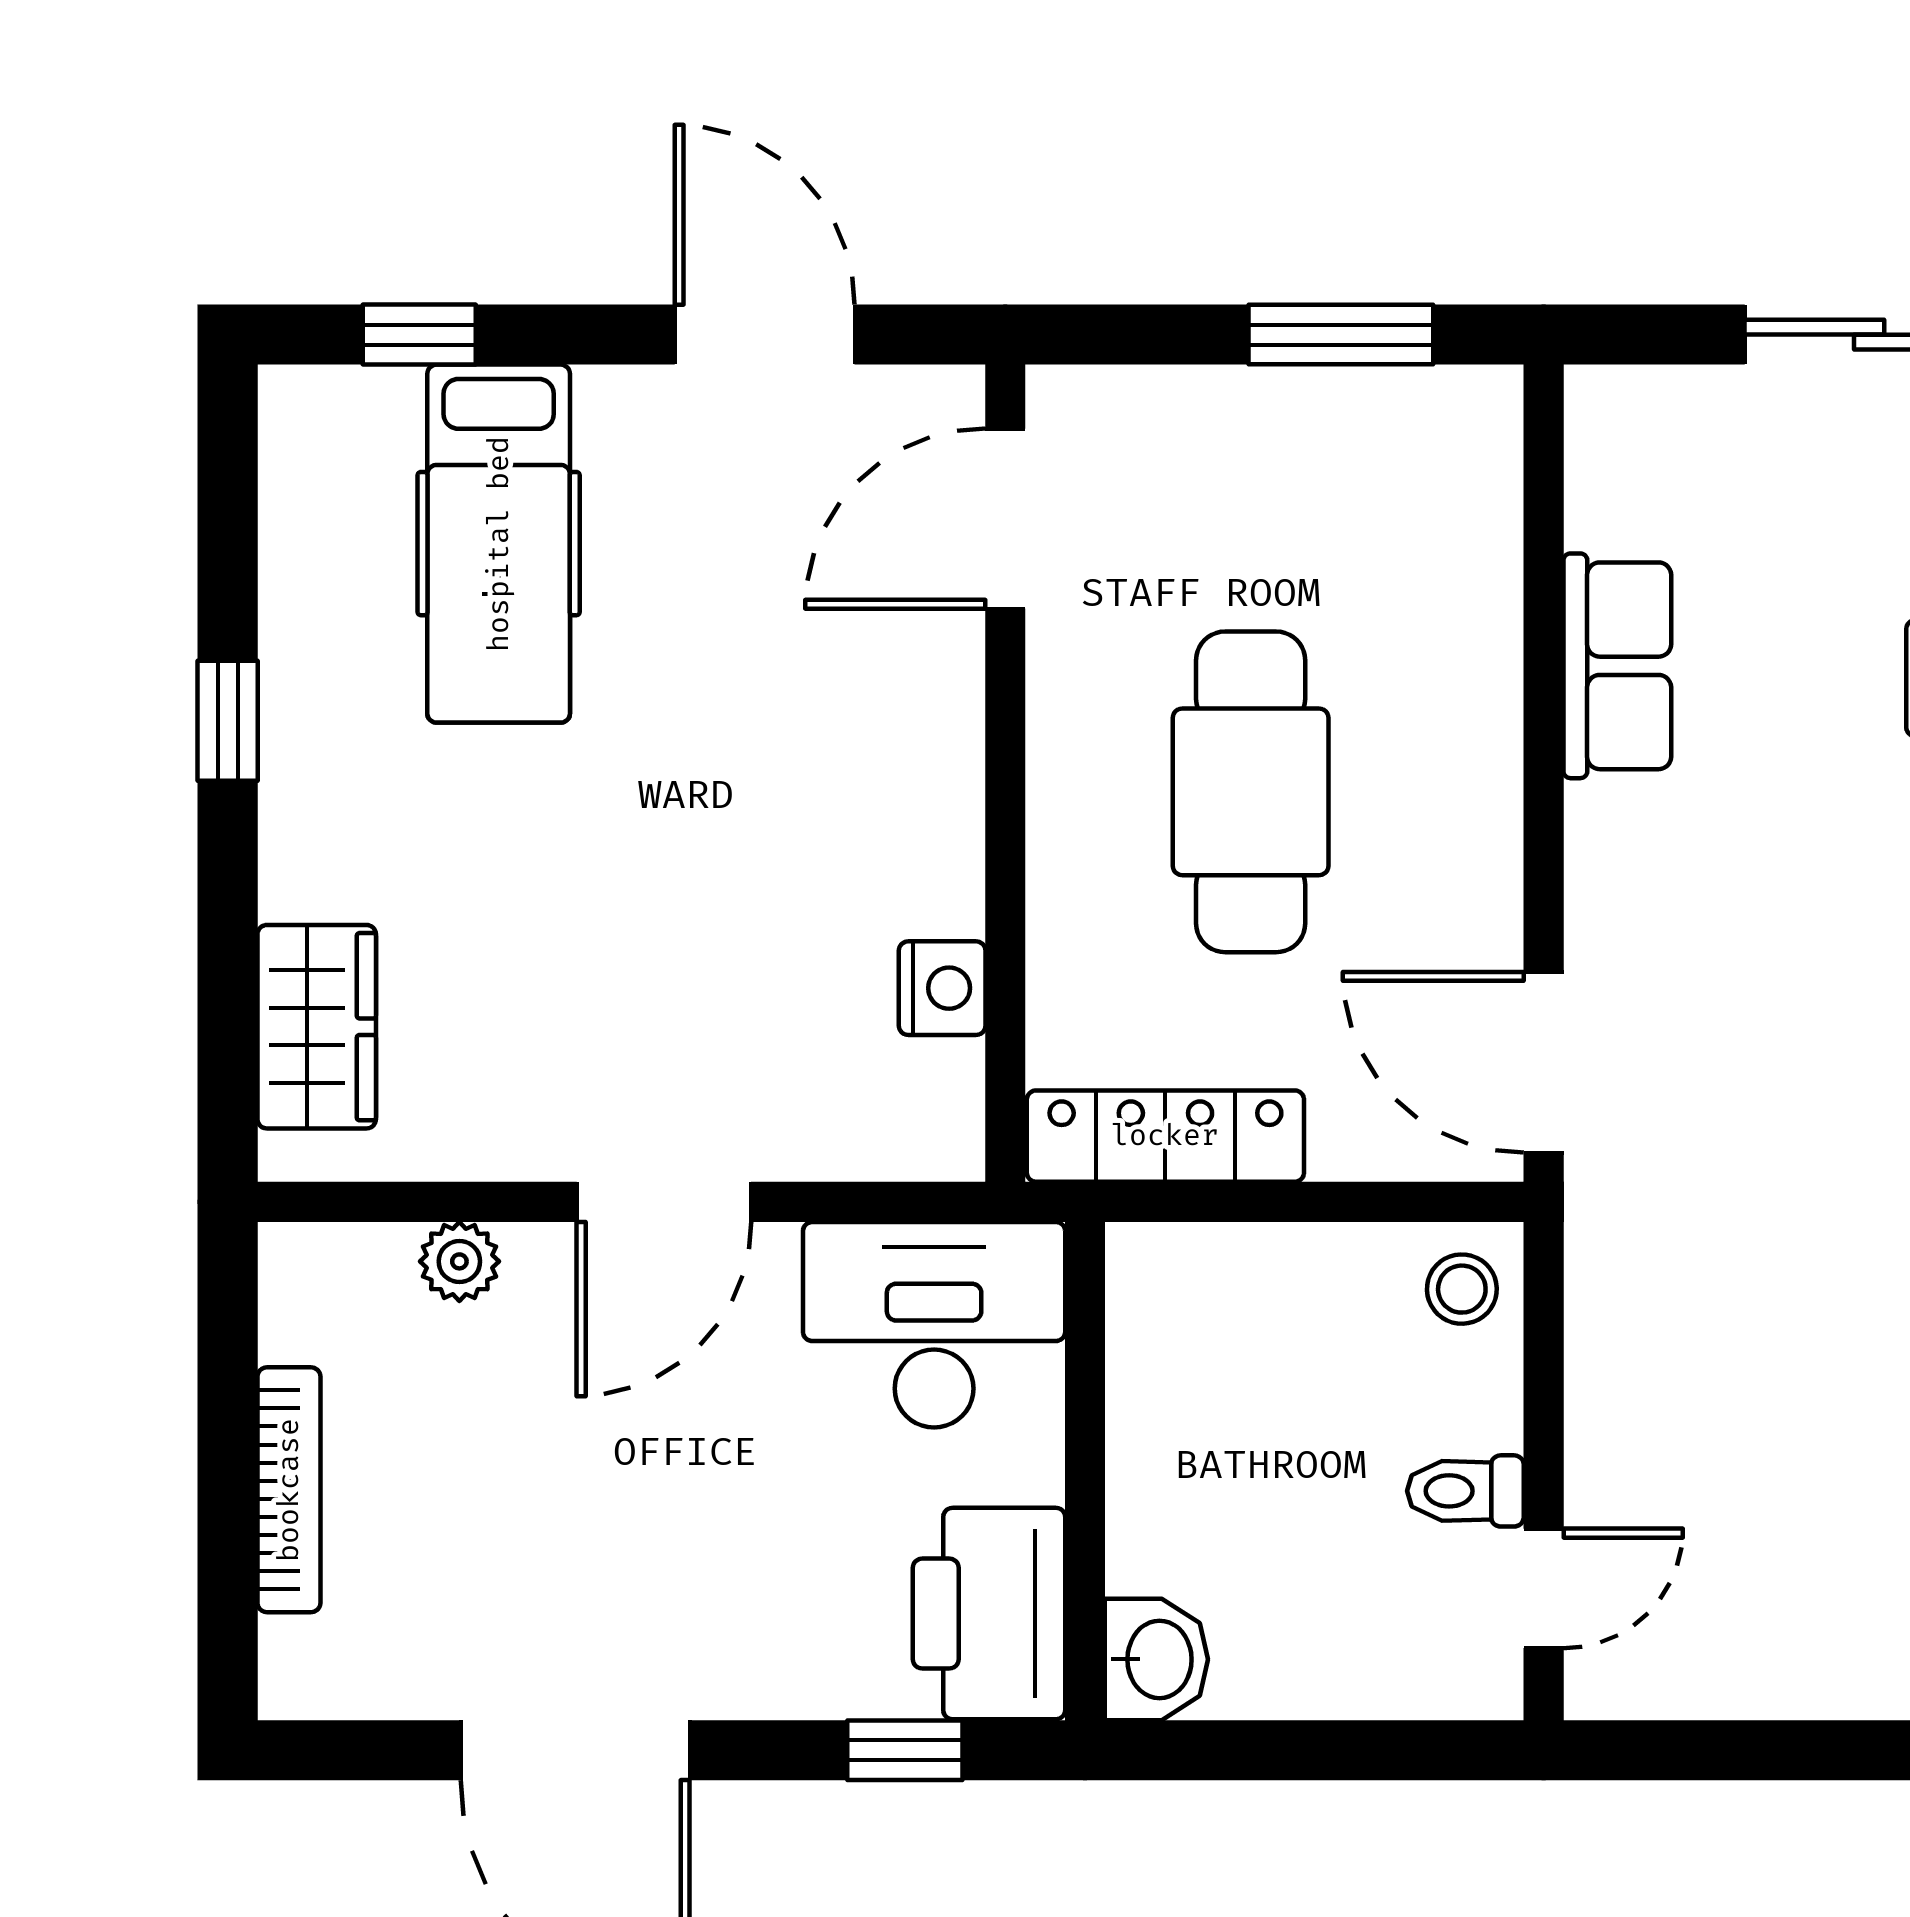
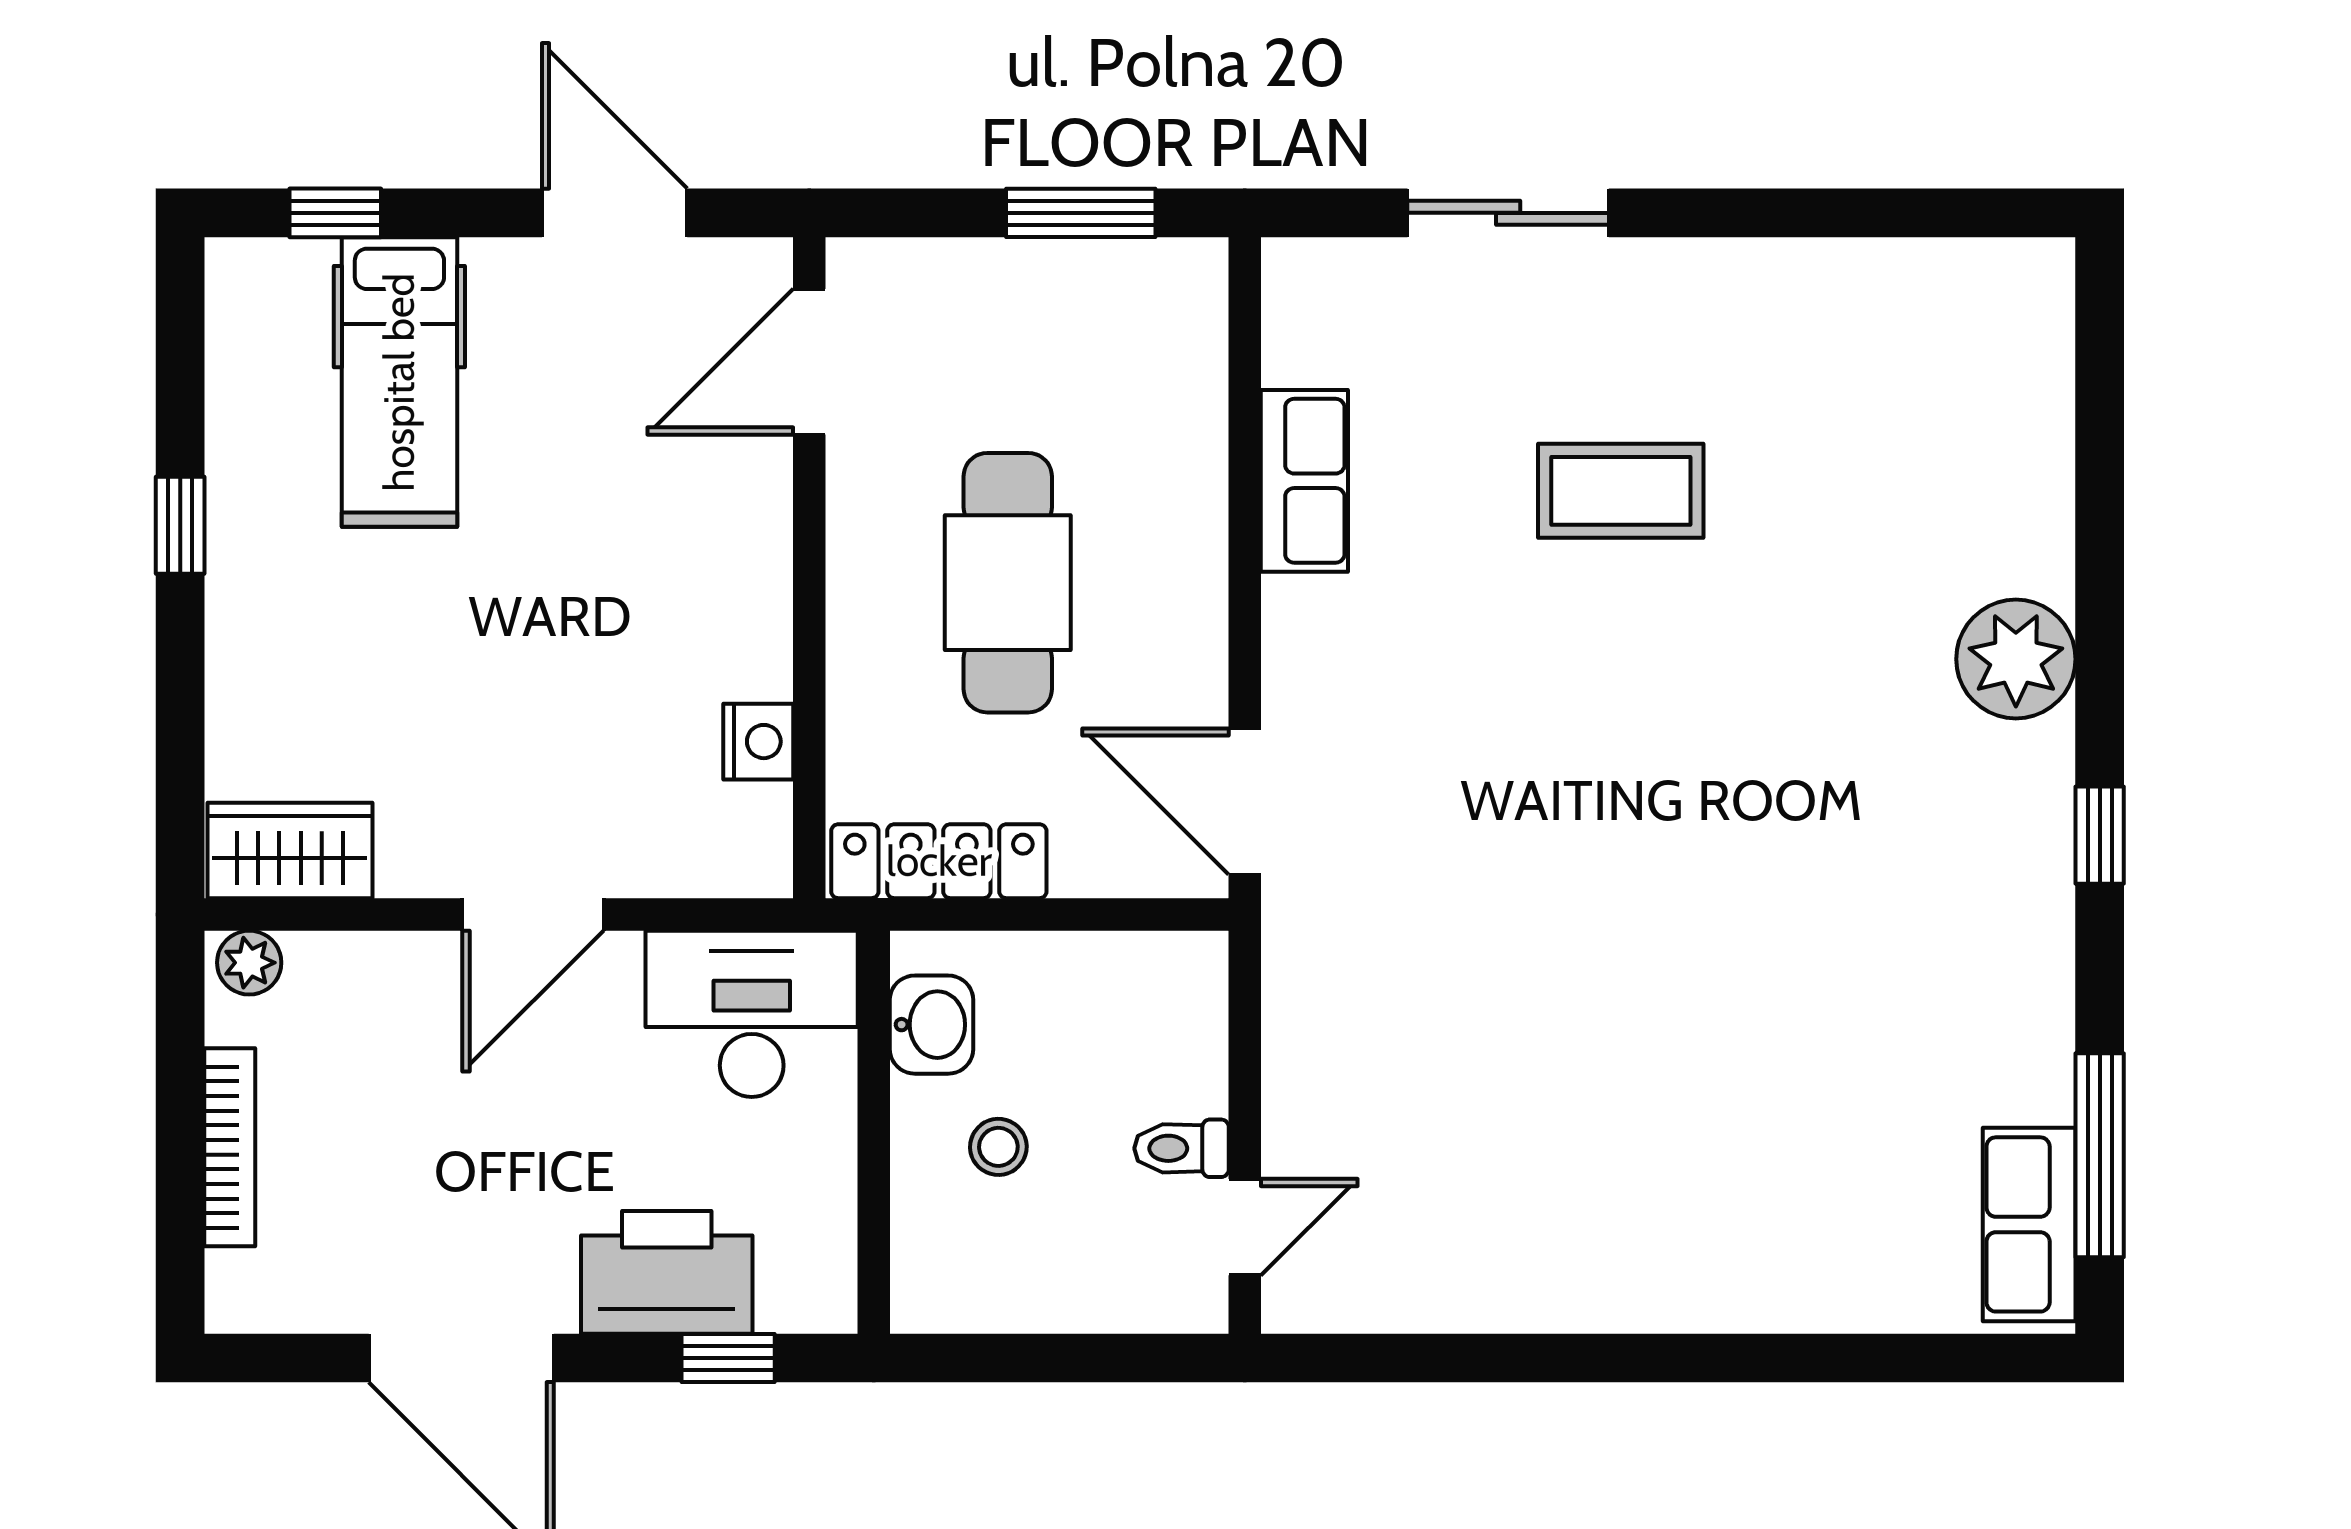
wardrobe: (317, 1027) -> (290, 851), moved, turned -90
plant: (459, 1261) -> (249, 963), moved
stool: (1462, 1289) -> (998, 1147), moved
printer: (989, 1614) -> (667, 1272), moved, turned 90
washbasin: (1156, 1659) -> (932, 1025), moved

